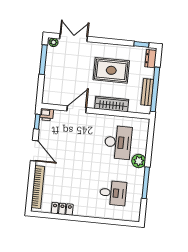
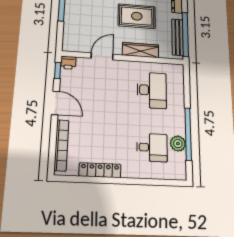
bench: (147, 92) -> (178, 37), width x1.36
plant: (139, 161) -> (178, 144), moved
window: (146, 183) -> (188, 134), width x1.46
locker: (62, 209) -> (100, 170), width x1.53

